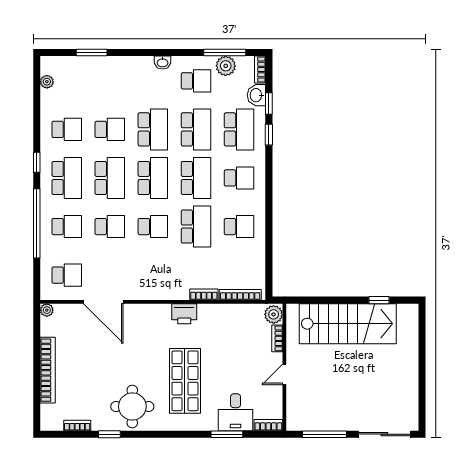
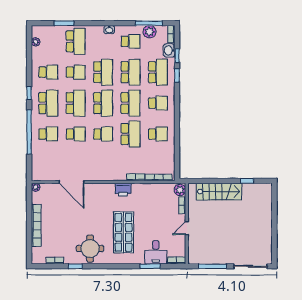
school desk: (67, 275) -> (76, 41), moved, width x1.85
stairs: (348, 324) -> (219, 192), width x0.73, depth x0.66

